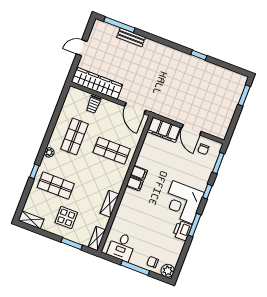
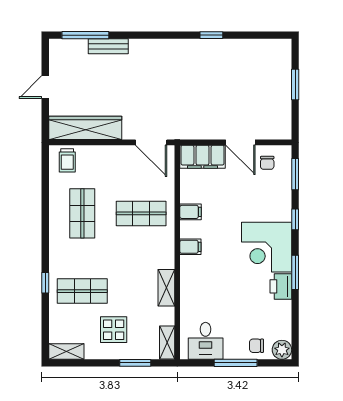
window: (244, 95) -> (295, 84), moved
trolley: (94, 104) -> (67, 160), moved
plant: (49, 152) -> (56, 249), removed
filing cabinet: (139, 173) -> (191, 212), moved

